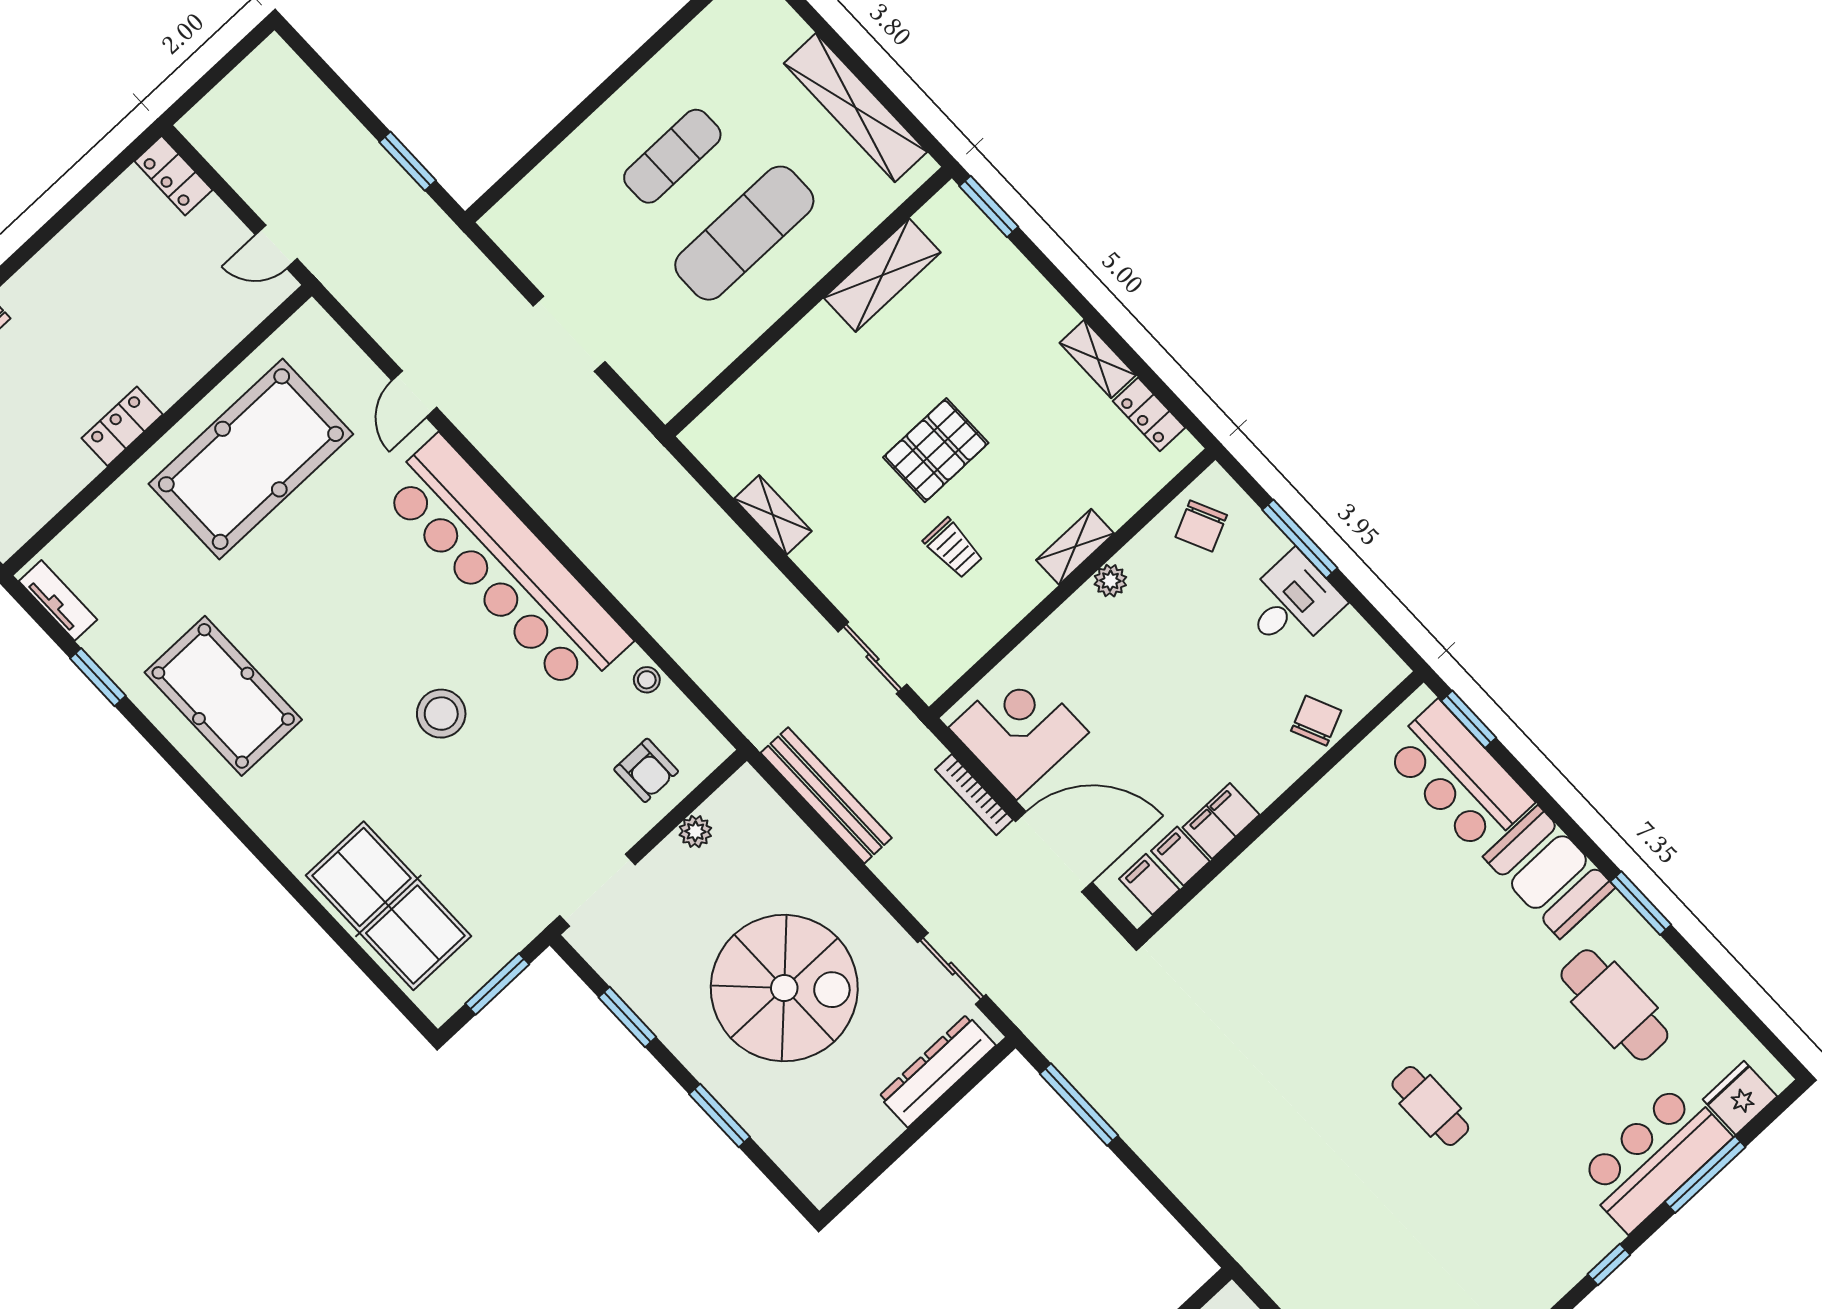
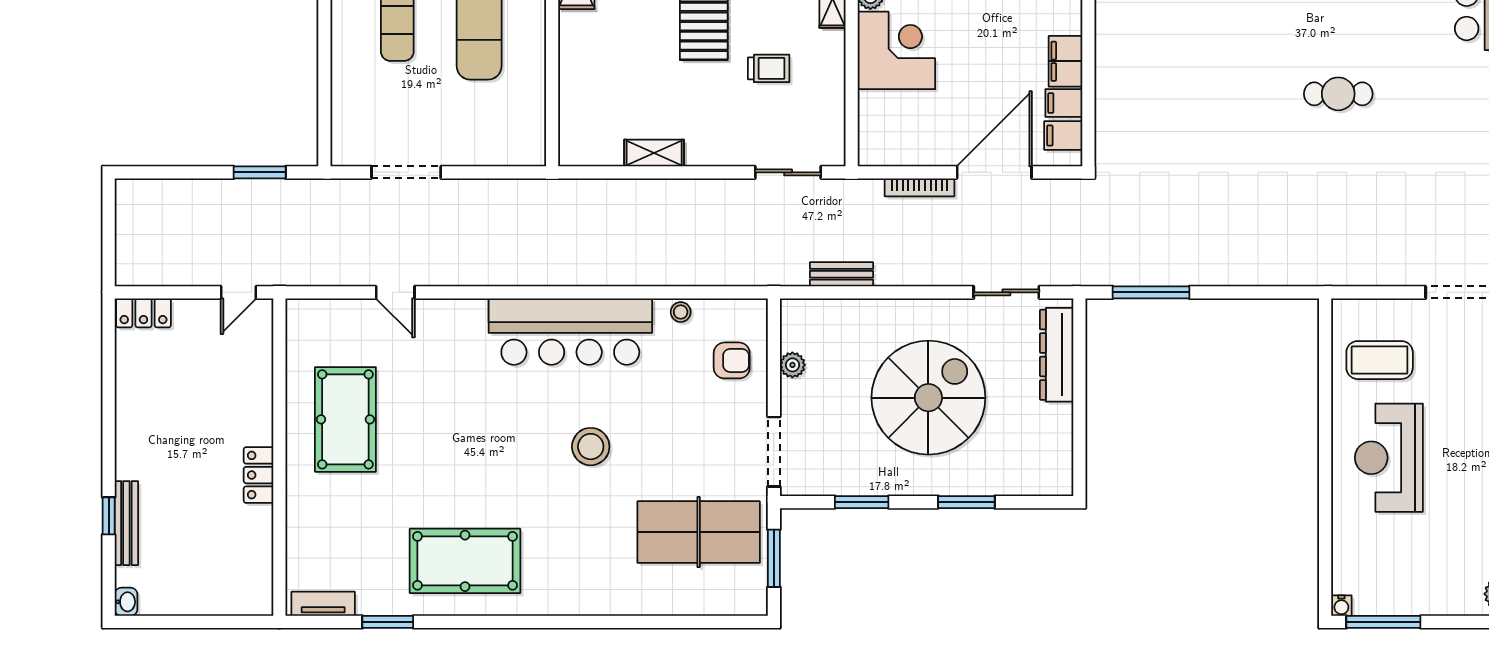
doorway: (569, 334) -> (406, 172), moved
pool table: (251, 459) -> (345, 419), width x0.73, depth x0.76
bar counter: (505, 565) -> (570, 332), width x0.73
corner desk: (1019, 730) -> (896, 50), moved, turned 90
bench: (826, 795) -> (841, 274), width x0.54, depth x0.82
table tennis table: (388, 906) -> (699, 532), moved

